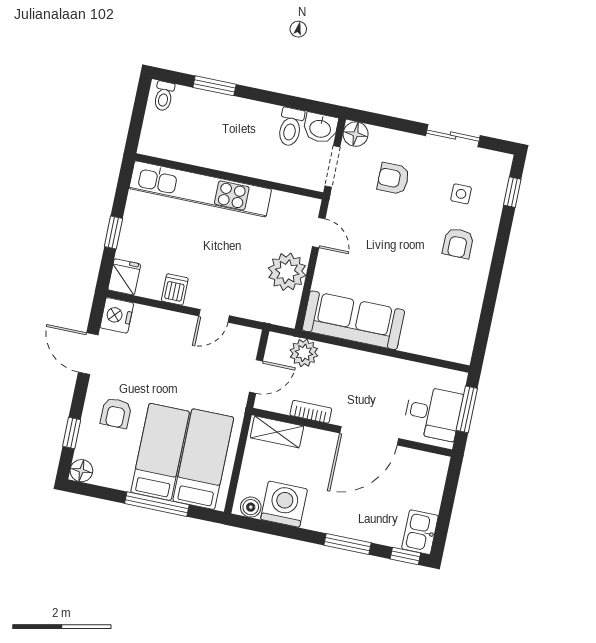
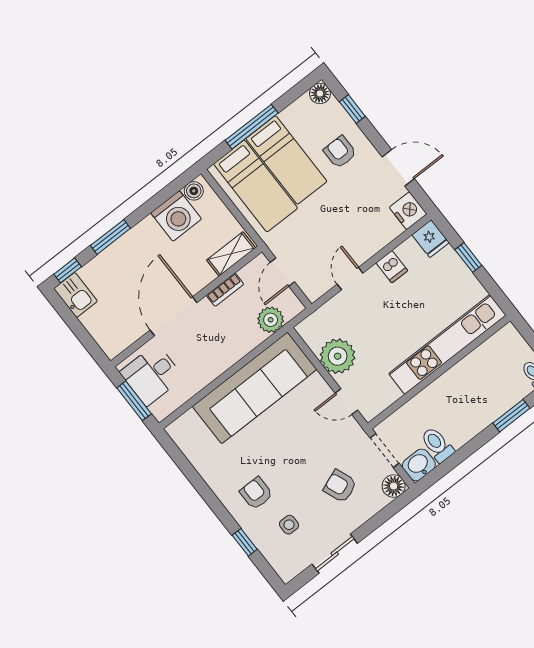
armchair: (393, 179) -> (340, 486), turned -111
window: (512, 192) -> (245, 542), moved
sofa: (353, 320) -> (255, 388), width x1.36, depth x1.27

